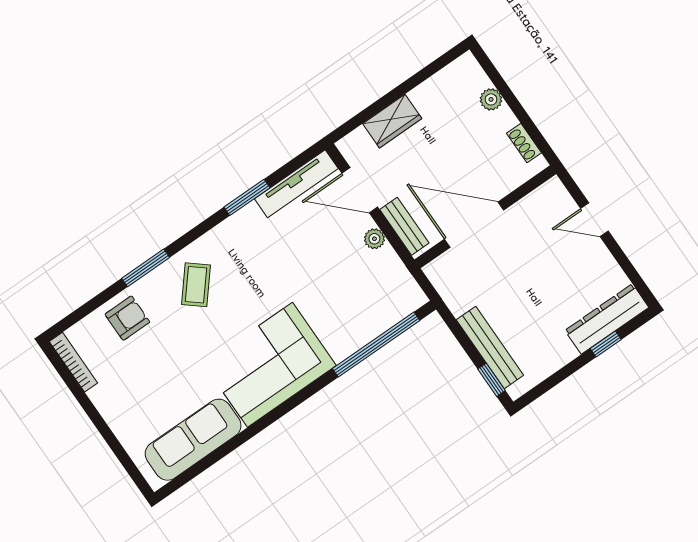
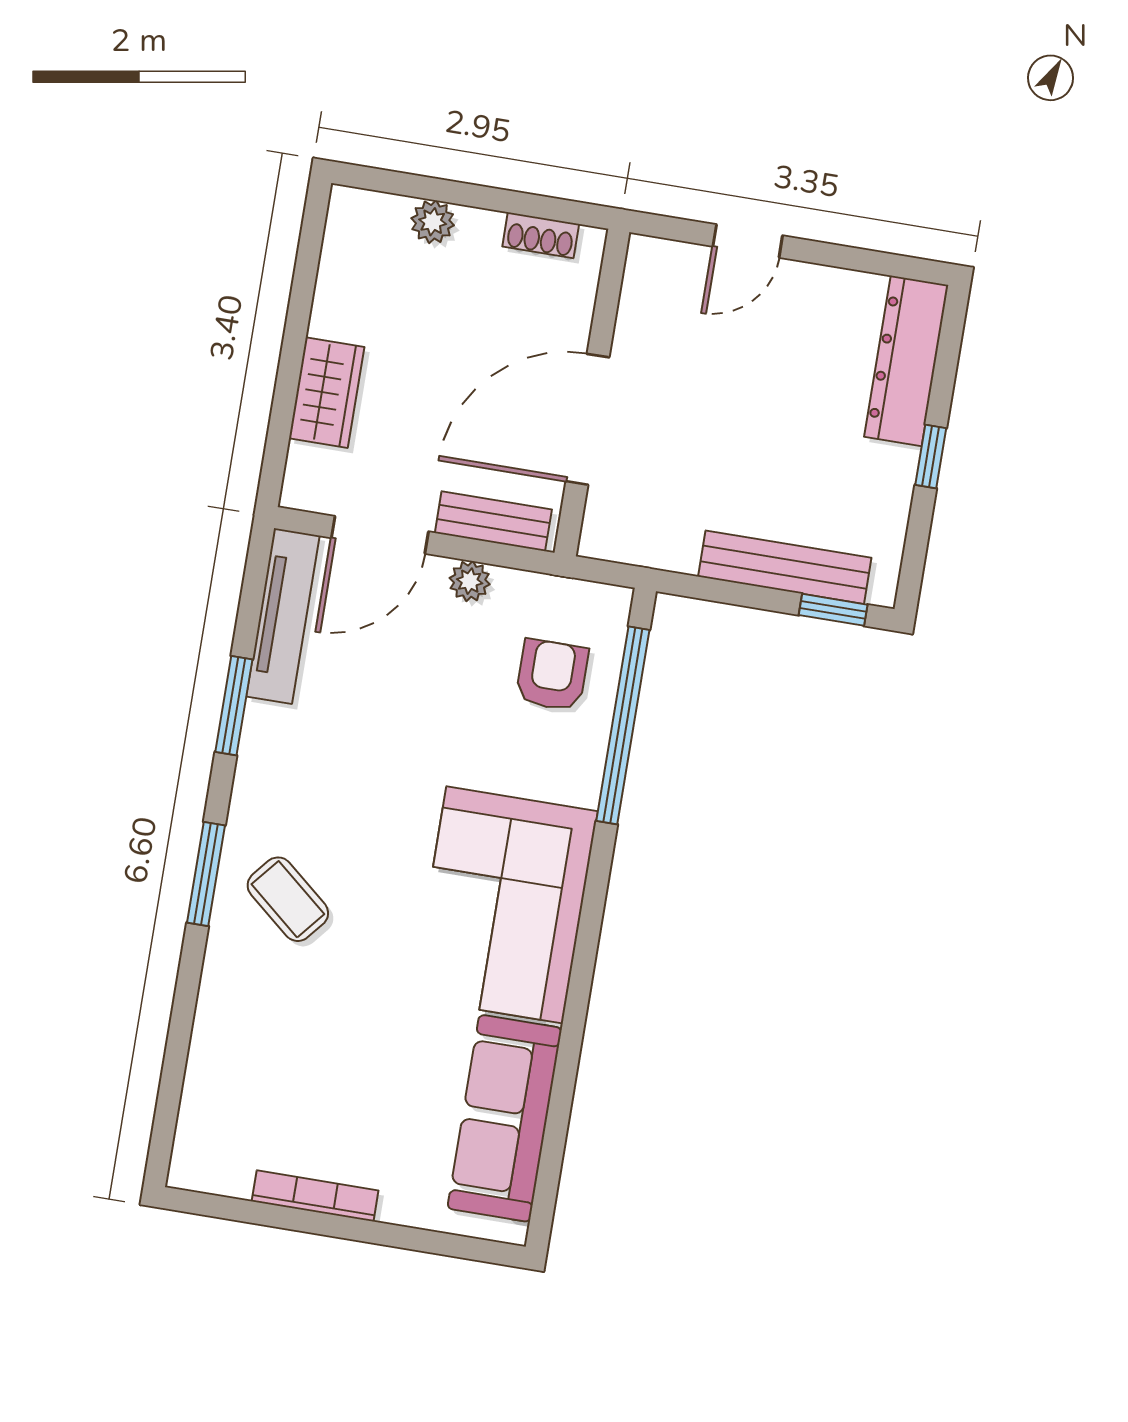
window: (146, 268) -> (206, 874), moved
armchair: (127, 318) -> (552, 675), moved
window: (606, 344) -> (931, 456), moved
bookcase: (73, 362) -> (315, 1196), moved

